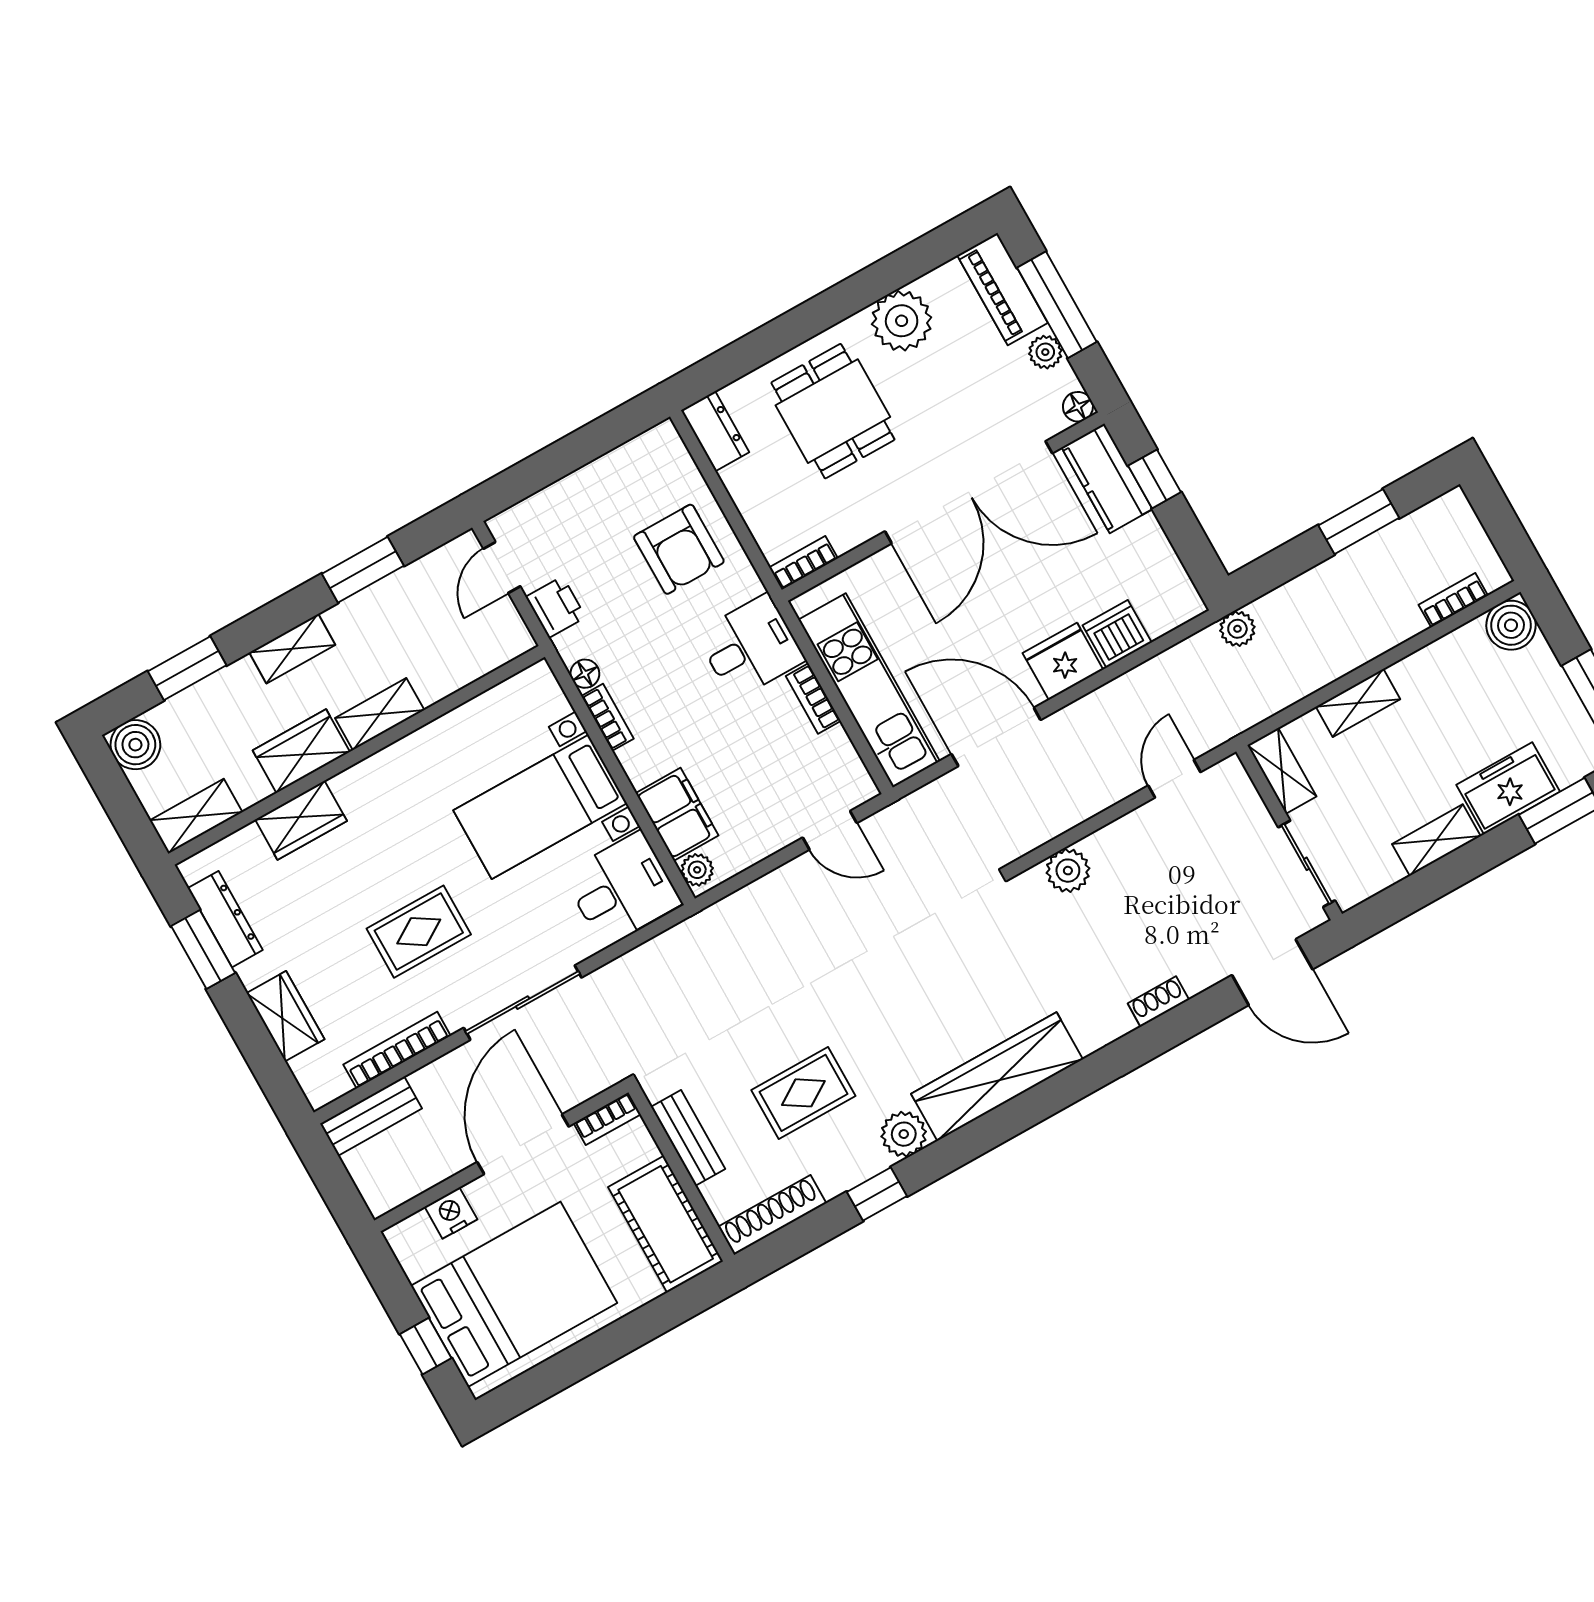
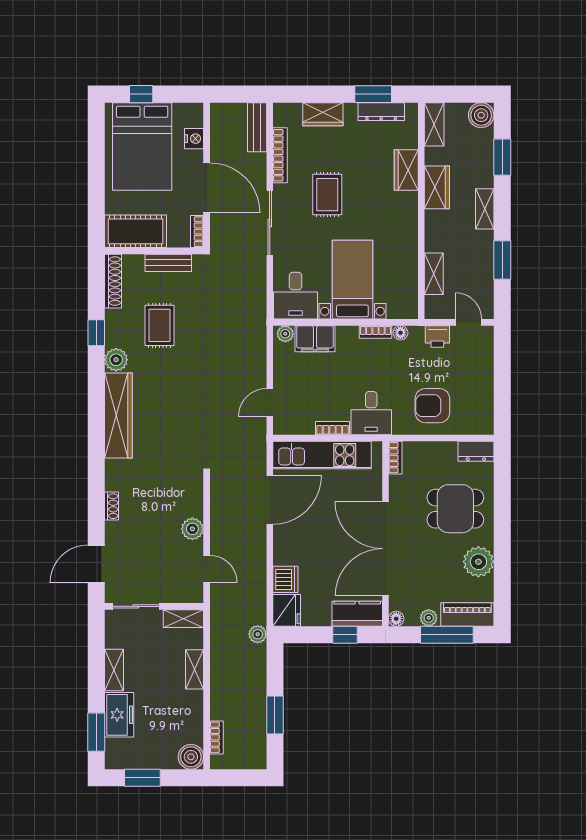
fridge: (1063, 661) -> (287, 610), moved
shelving: (380, 714) -> (434, 274), moved
plant: (1068, 871) -> (192, 529), moved

